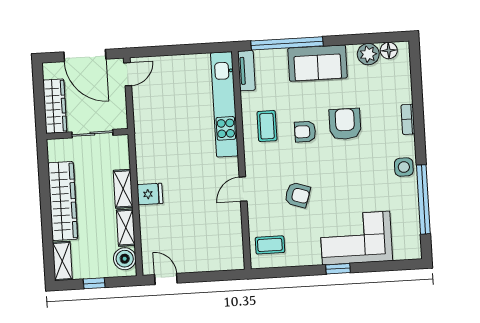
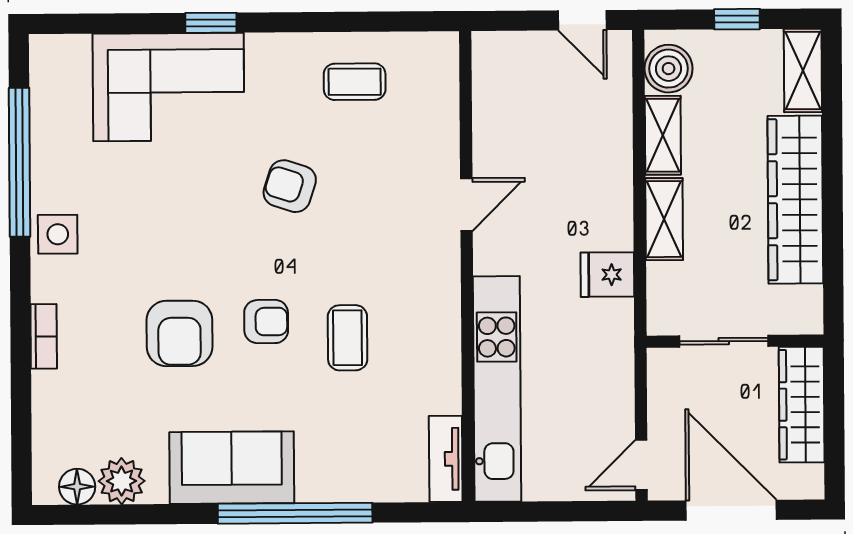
tv unit: (246, 71) -> (446, 459), moved
kitchen unit: (224, 104) -> (497, 389), moved
wall: (241, 160) -> (467, 267), moved
door: (243, 189) -> (466, 205), moved
fridge: (150, 194) -> (607, 275), moved

